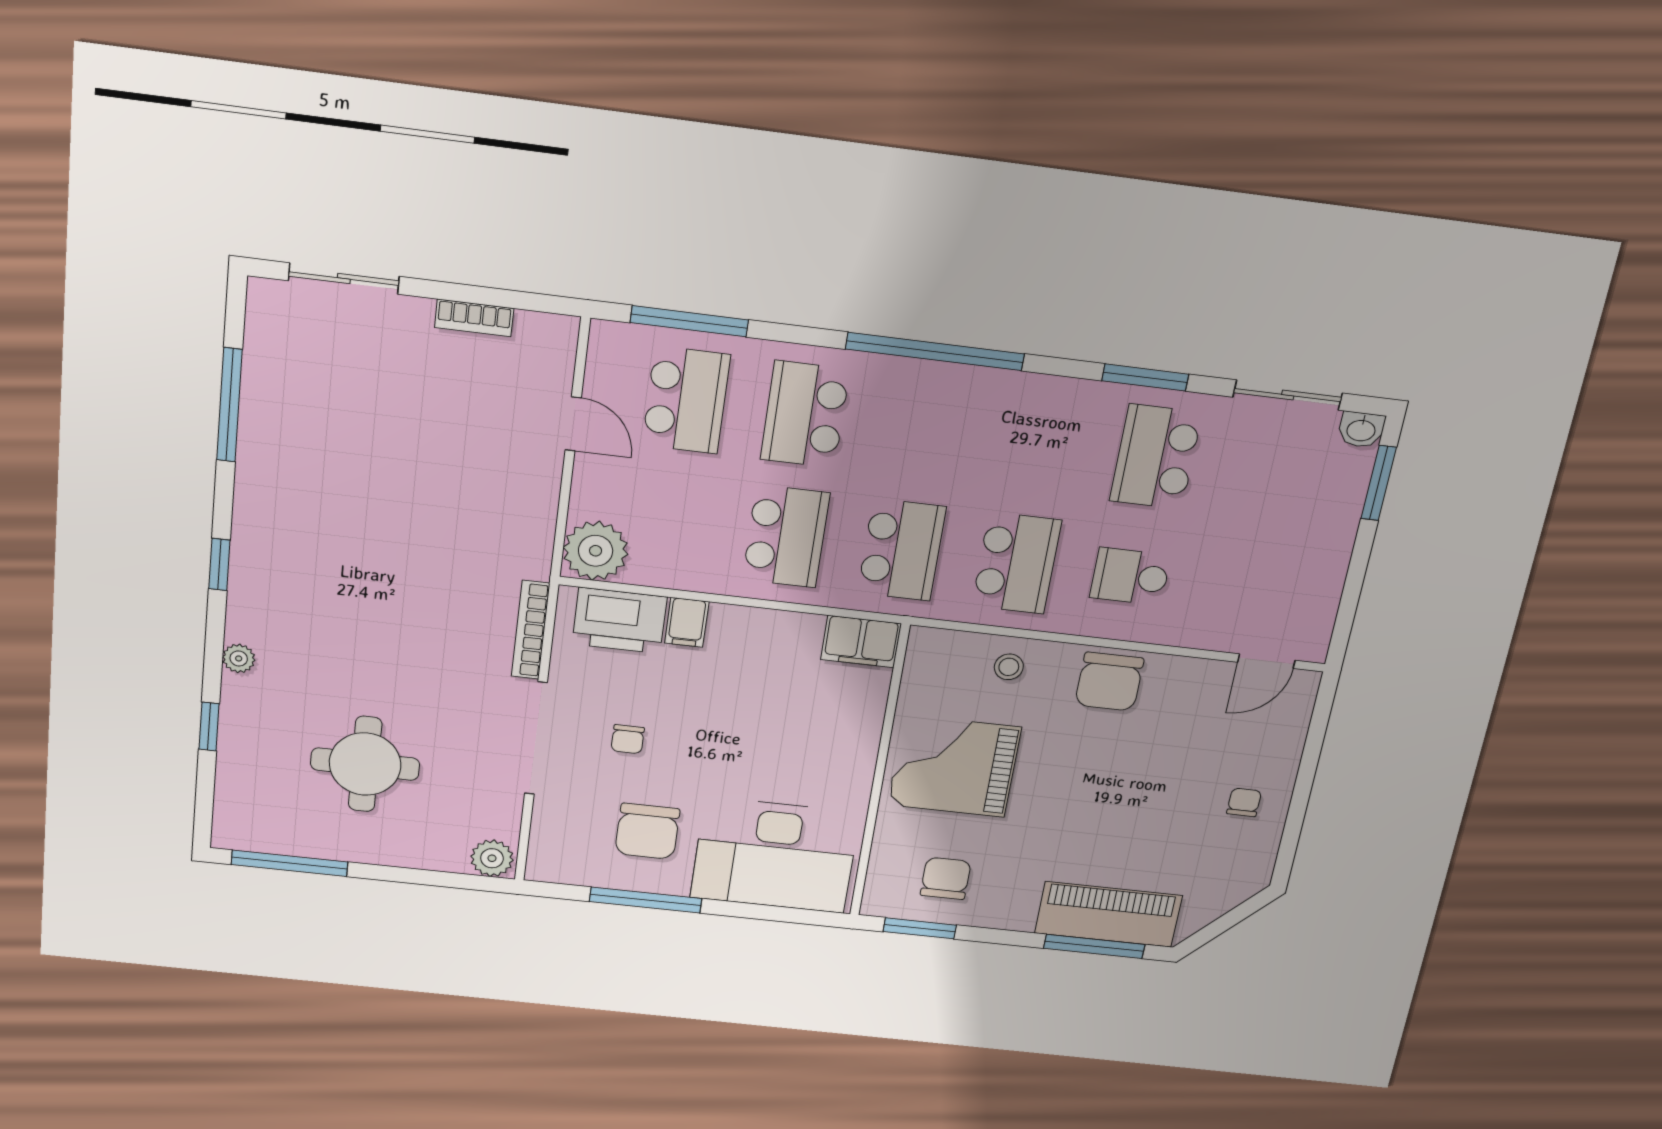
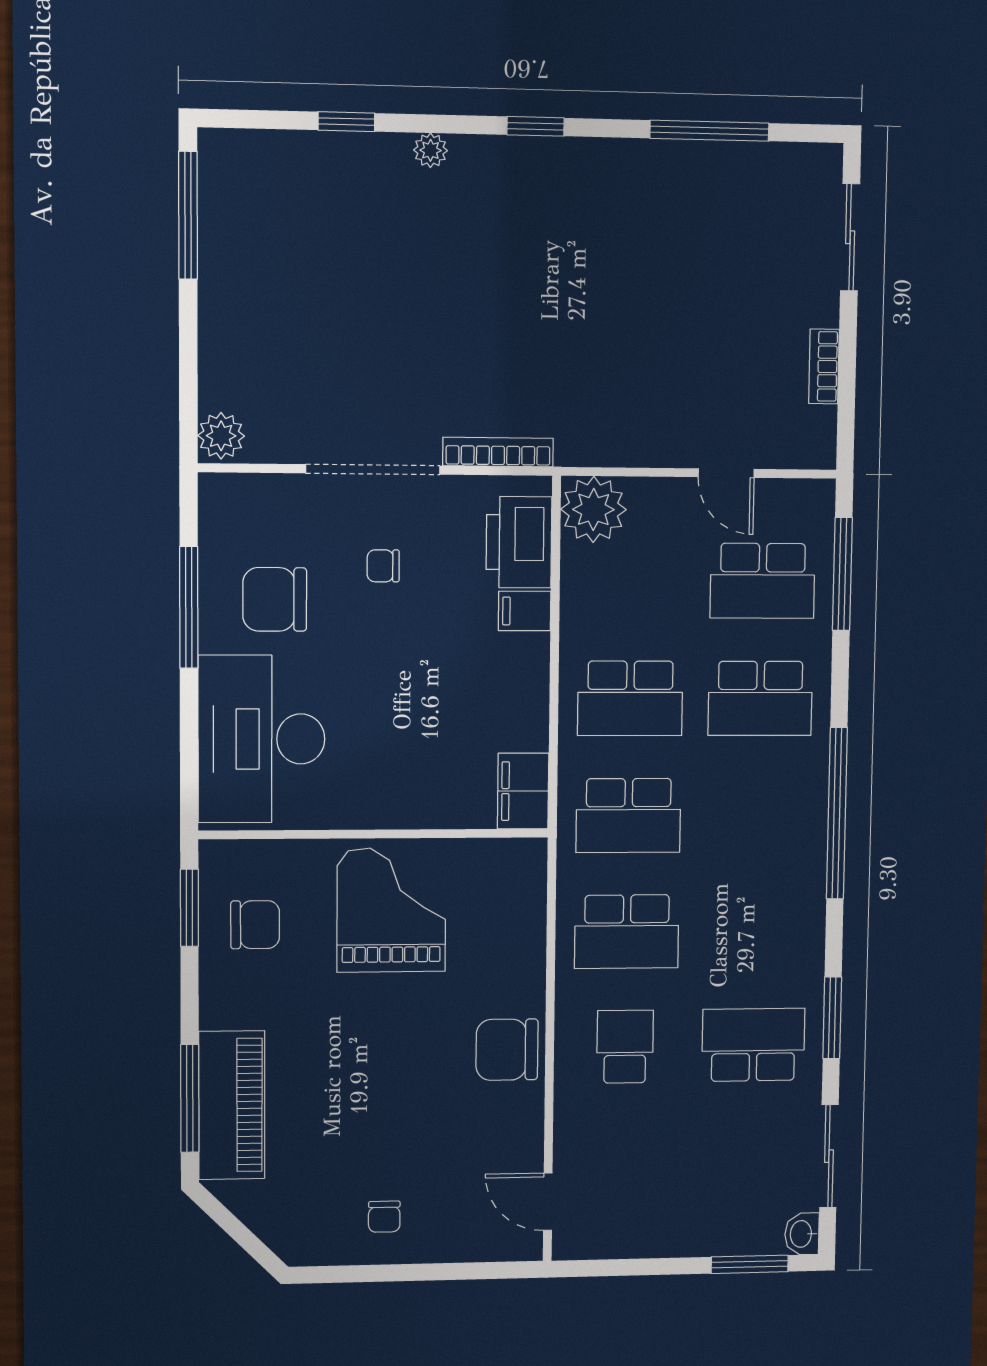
school desk: (805, 414) -> (760, 698), turned 180
door: (573, 424) -> (726, 473), hinge flipped
stool: (1009, 667) -> (512, 945), removed
round table: (365, 764) -> (321, 291), removed
chair: (1244, 802) -> (384, 1217), turned 90

